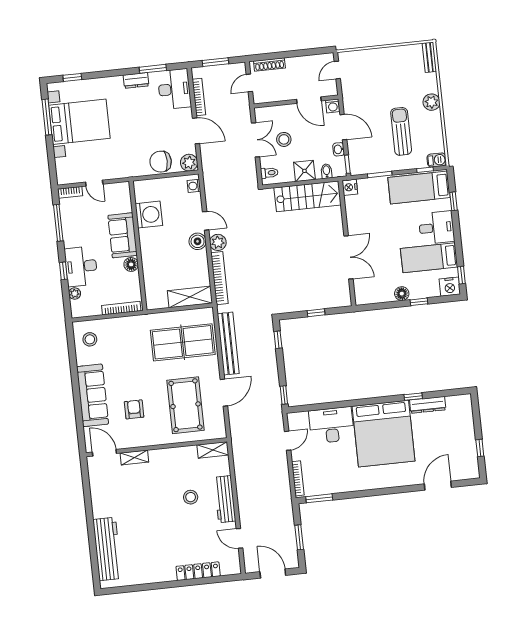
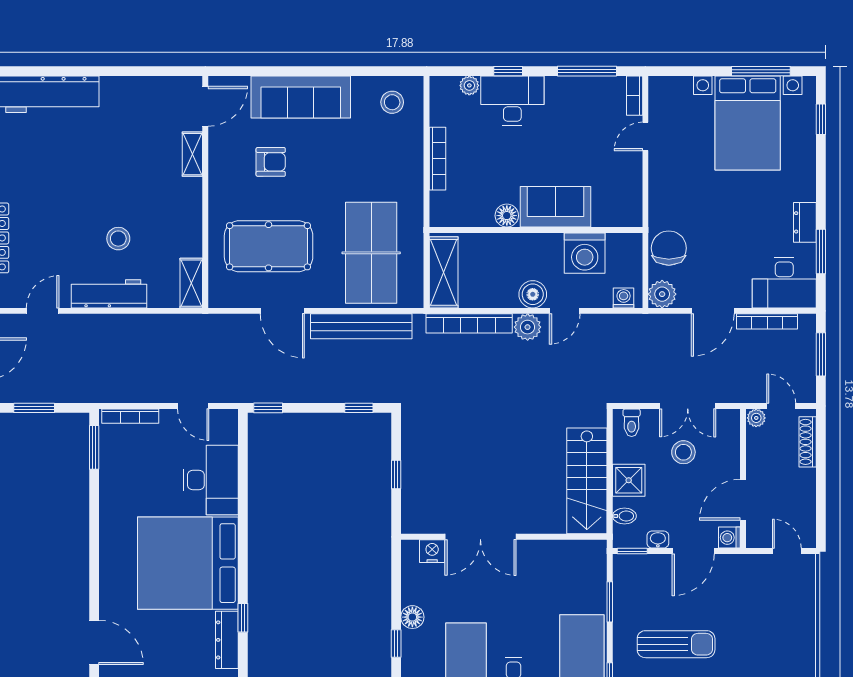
plant: (258, 97) -> (756, 418), added
nightstand: (350, 187) -> (432, 551), moved
washing machine: (149, 215) -> (585, 253), moved
sofa: (123, 235) -> (555, 207), moved
wall: (138, 246) -> (536, 230), moved
floor lamp: (131, 264) -> (507, 216), moved

